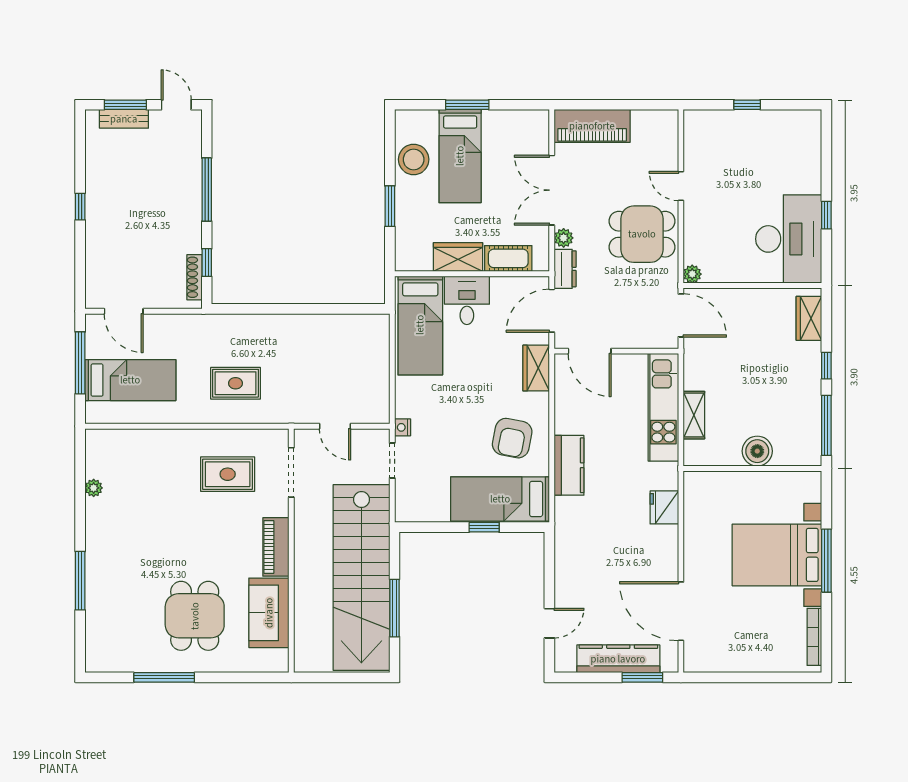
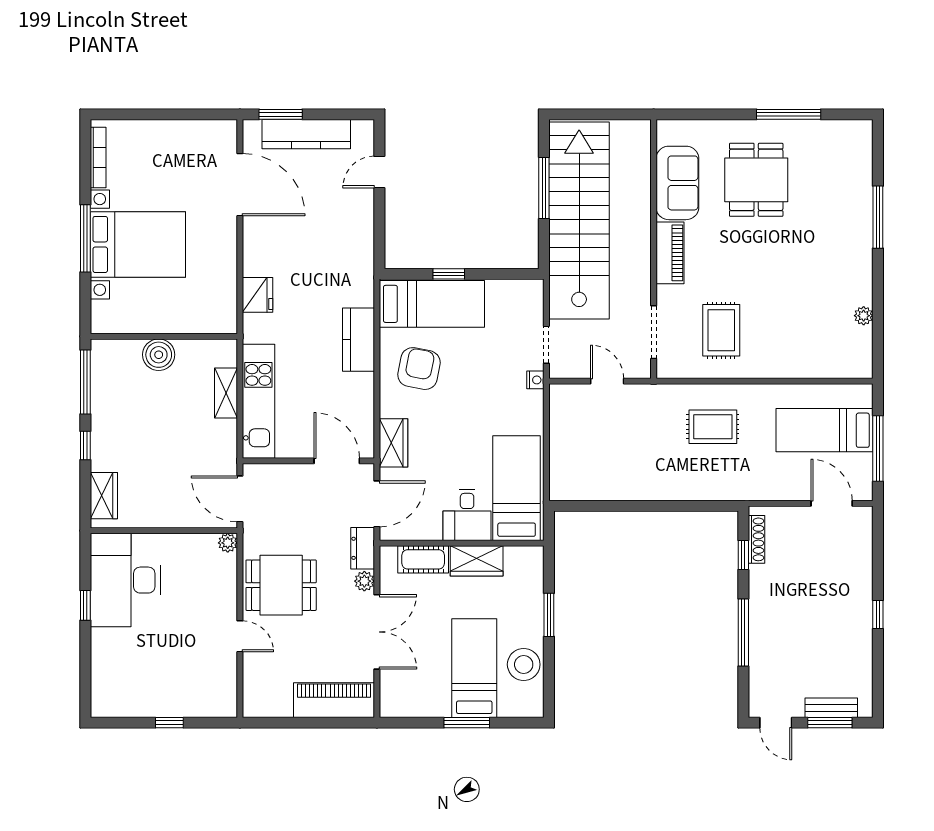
rug: (228, 474) -> (721, 330), turned 90

